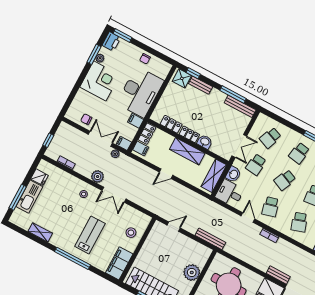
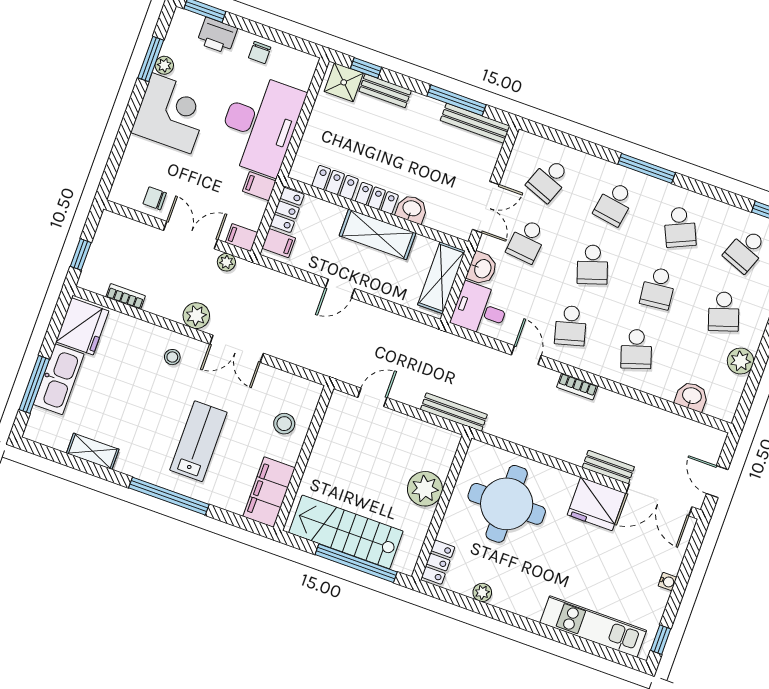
printer: (111, 42) -> (217, 36), moved, turned 90
fridge: (39, 177) -> (82, 326), width x1.88, depth x1.34
school desk: (285, 180) -> (593, 265), turned -42

